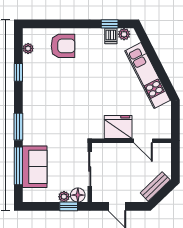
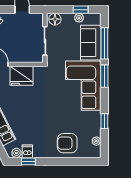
corner sofa: (44, 115) -> (83, 86), added
plant: (64, 197) -> (79, 18), moved
window: (69, 206) -> (81, 10), moved

